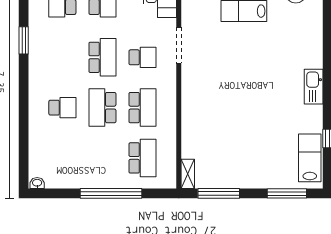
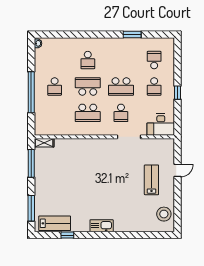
school desk: (142, 158) -> (55, 86), moved, width x0.54

